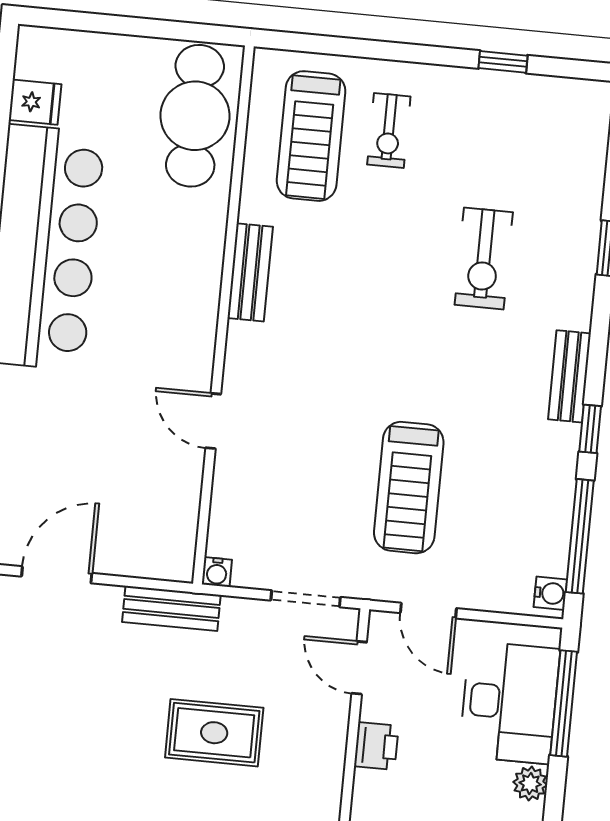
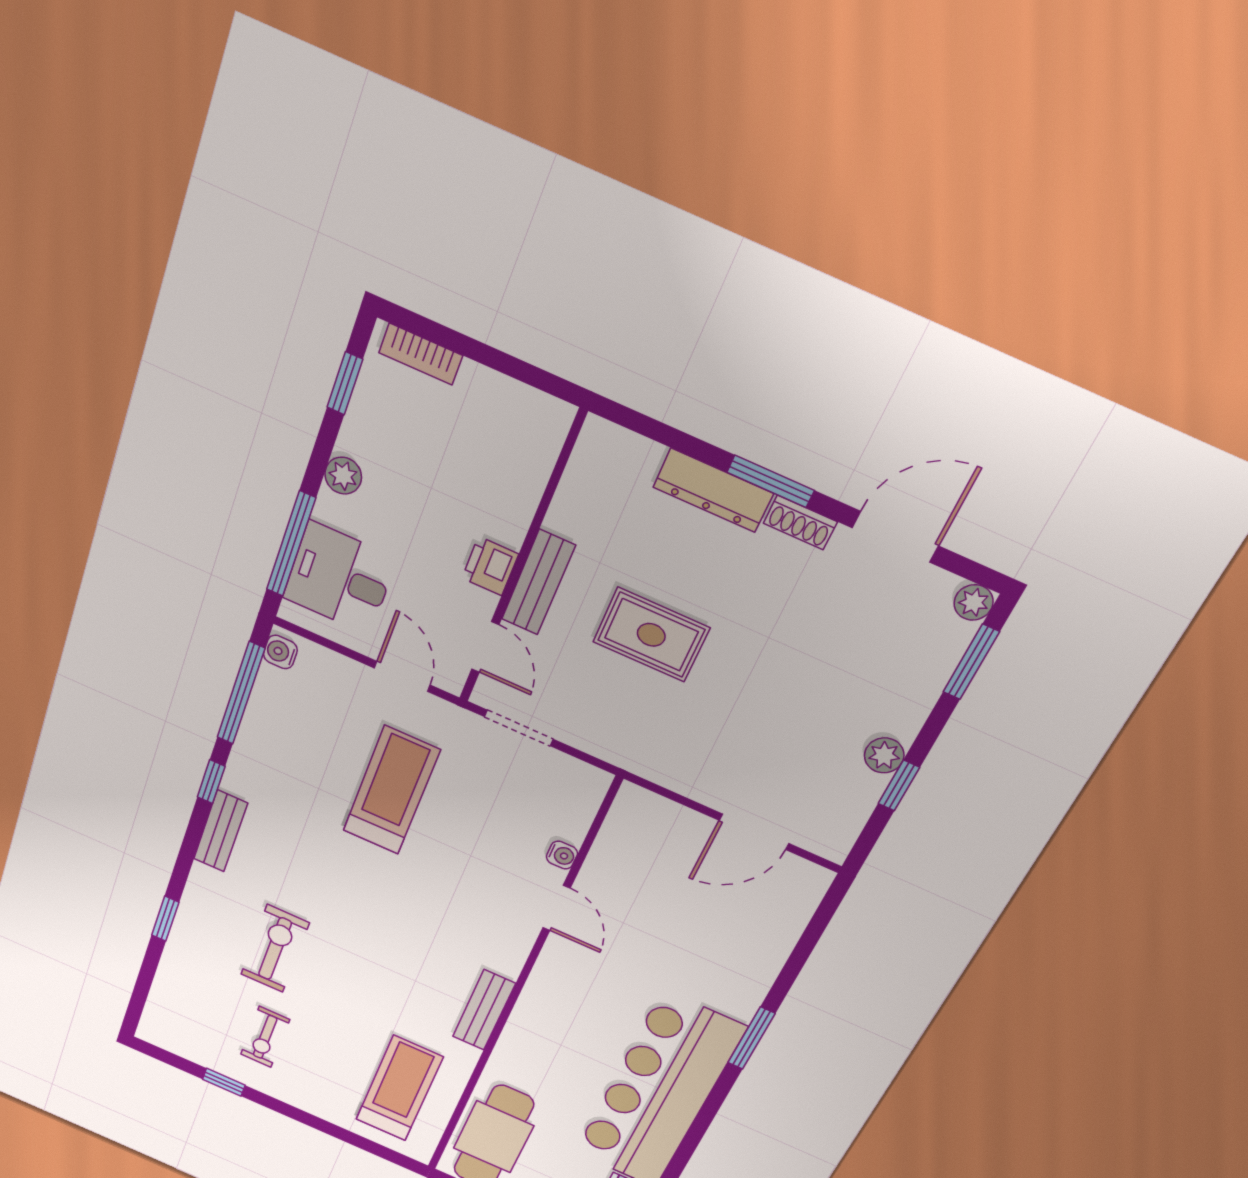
exercise bike: (389, 130) -> (265, 1037), moved, turned 180
water cooler: (217, 572) -> (562, 855), moved, turned 90
bench: (171, 608) -> (538, 582), moved, turned 90
desk: (509, 702) -> (340, 578), width x0.73

